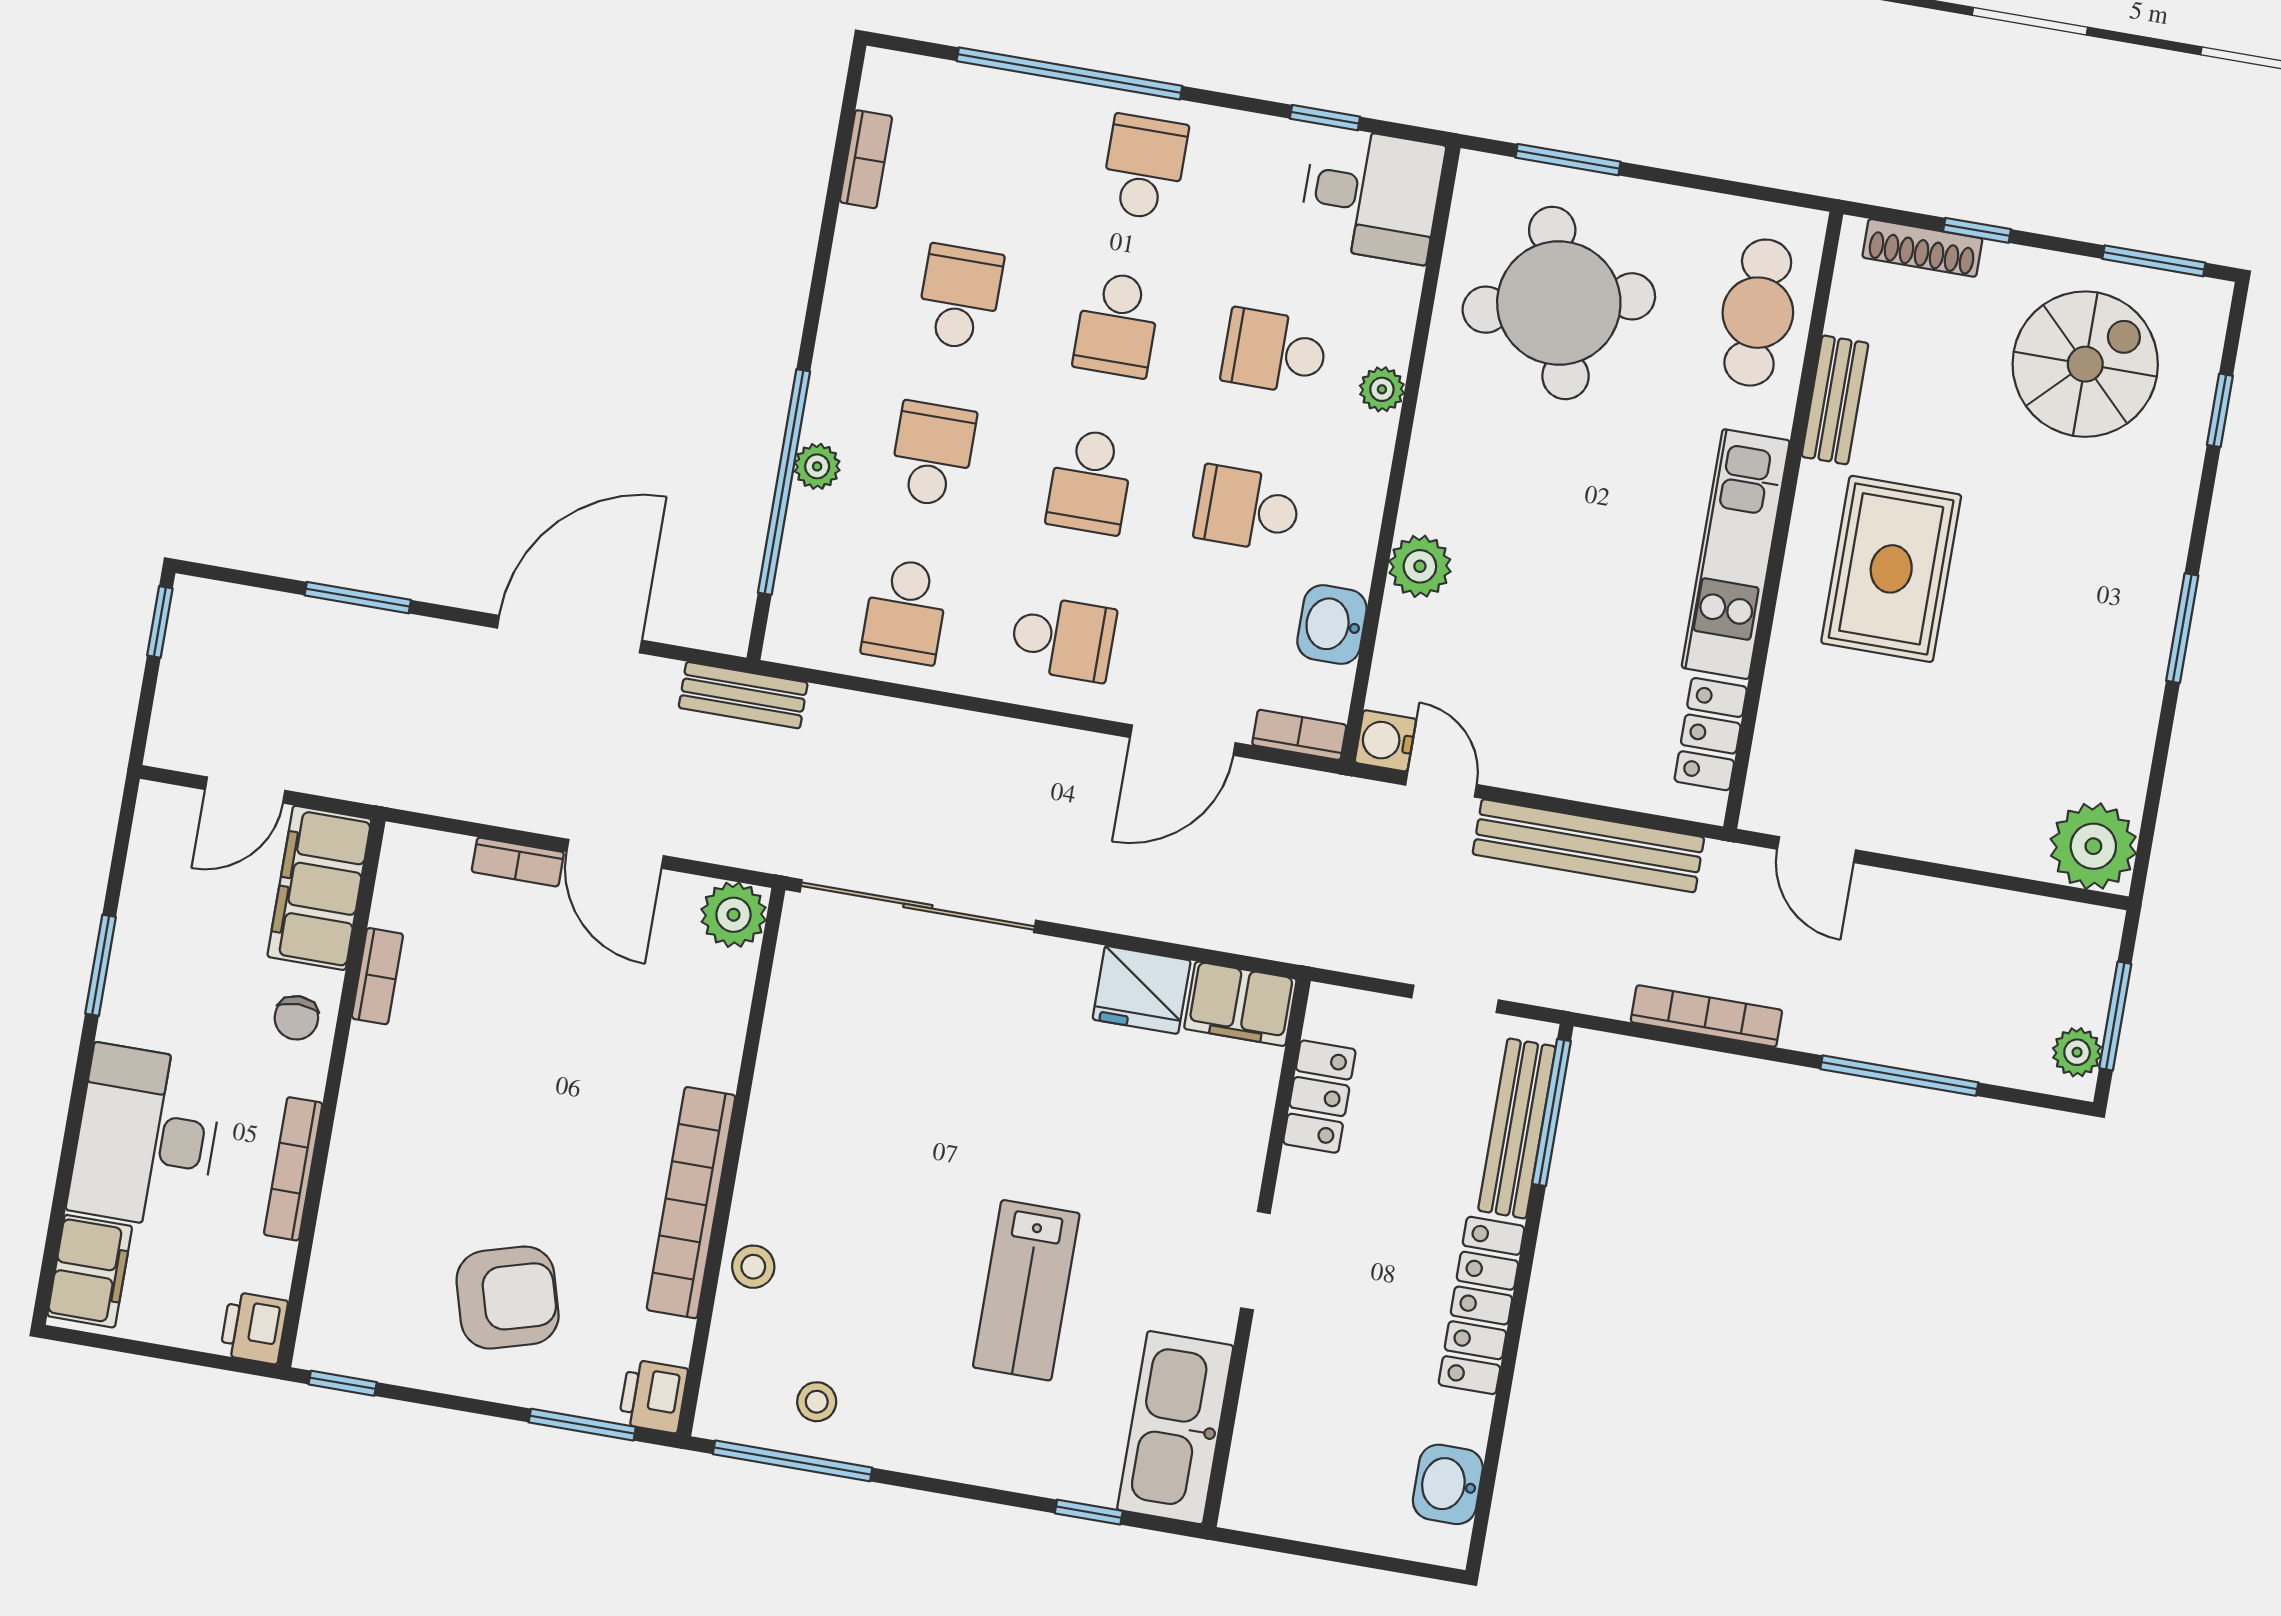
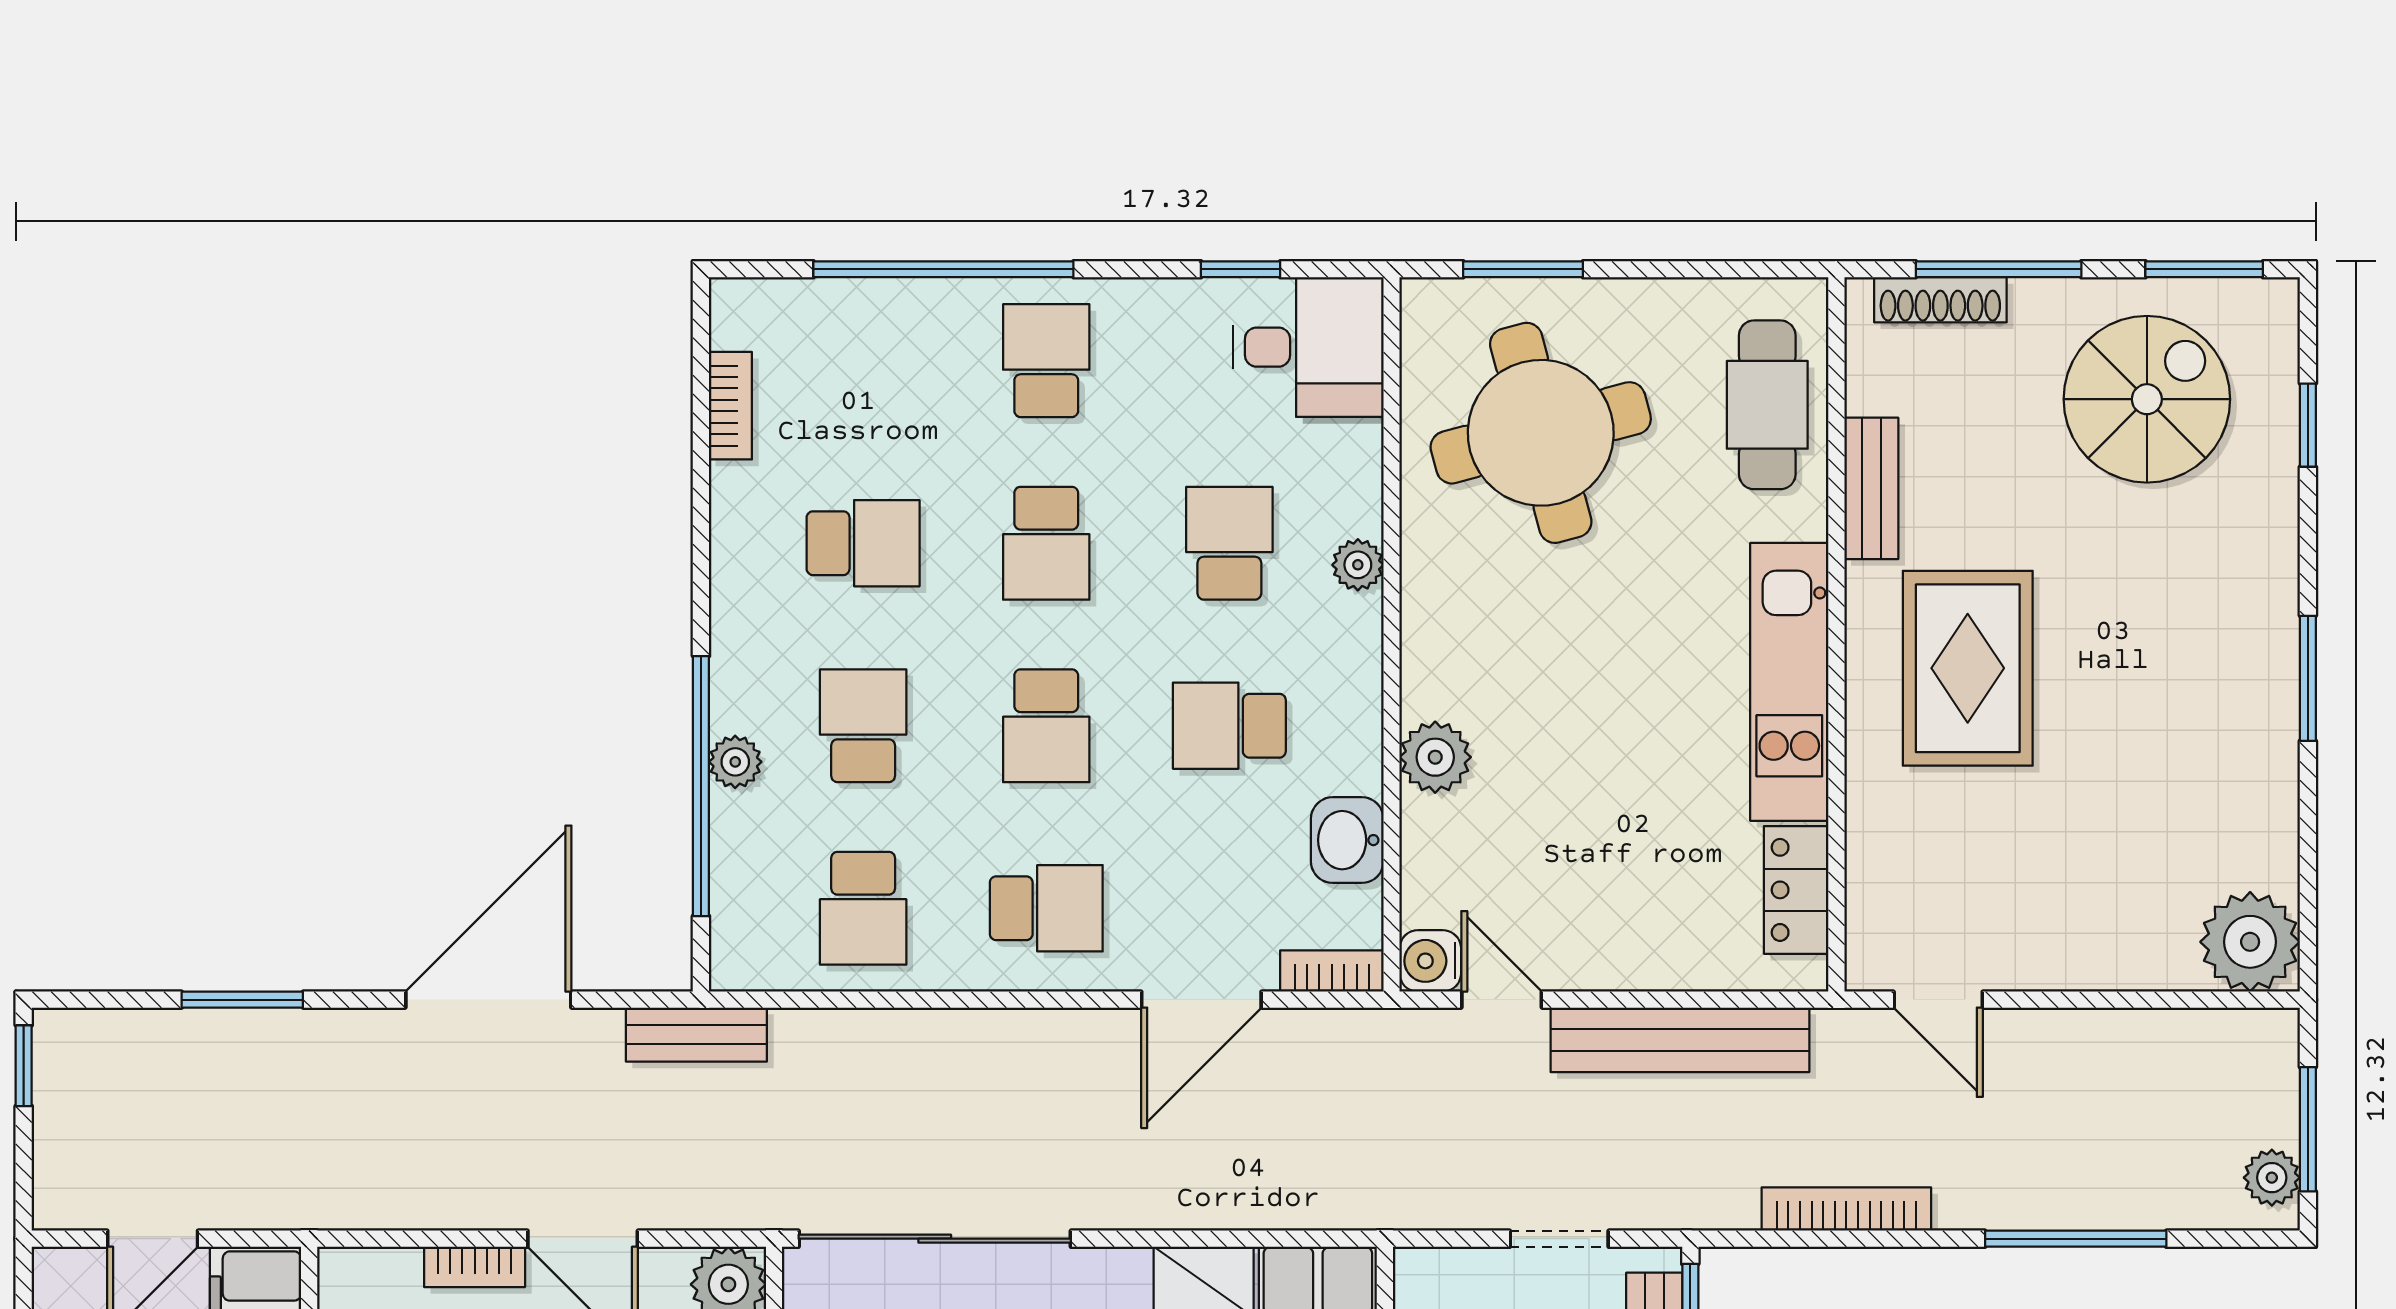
window: (1977, 230) -> (1999, 269), width x2.17
school desk: (960, 297) -> (863, 543), turned 90
school desk: (1275, 352) -> (1229, 543), turned 90

